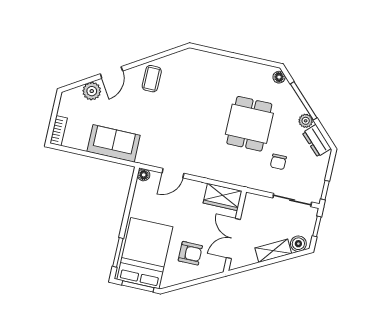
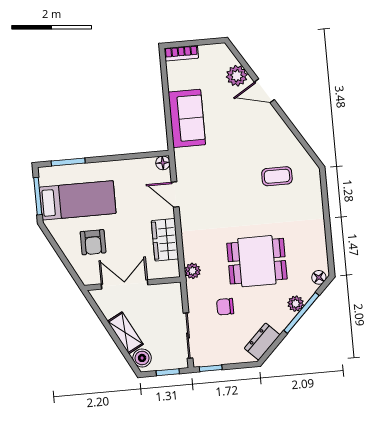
coffee table: (152, 79) -> (277, 176), moved
plant: (306, 121) -> (296, 304), moved
plant: (240, 179) -> (193, 271), added
wardrobe: (223, 197) -> (165, 240), moved
bed: (145, 253) -> (78, 200), width x0.67

